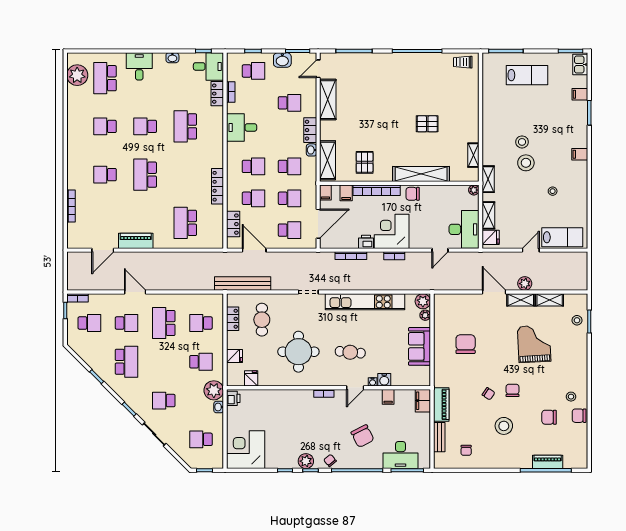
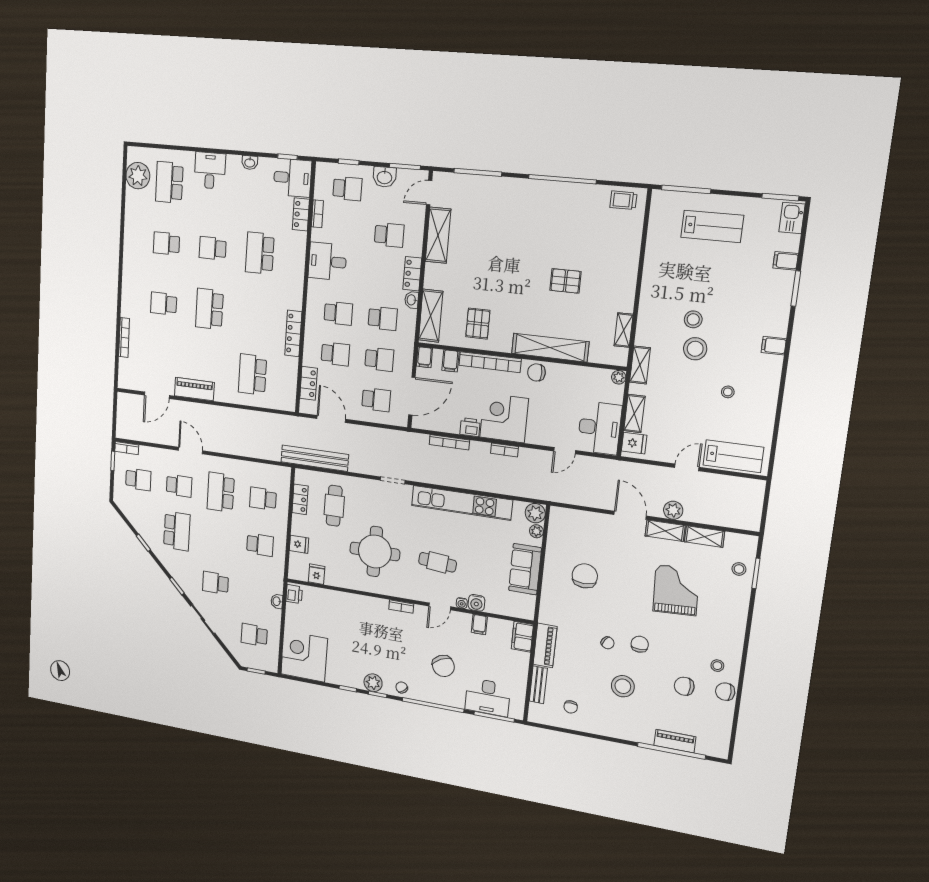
plant: (214, 390) -> (273, 581), removed

